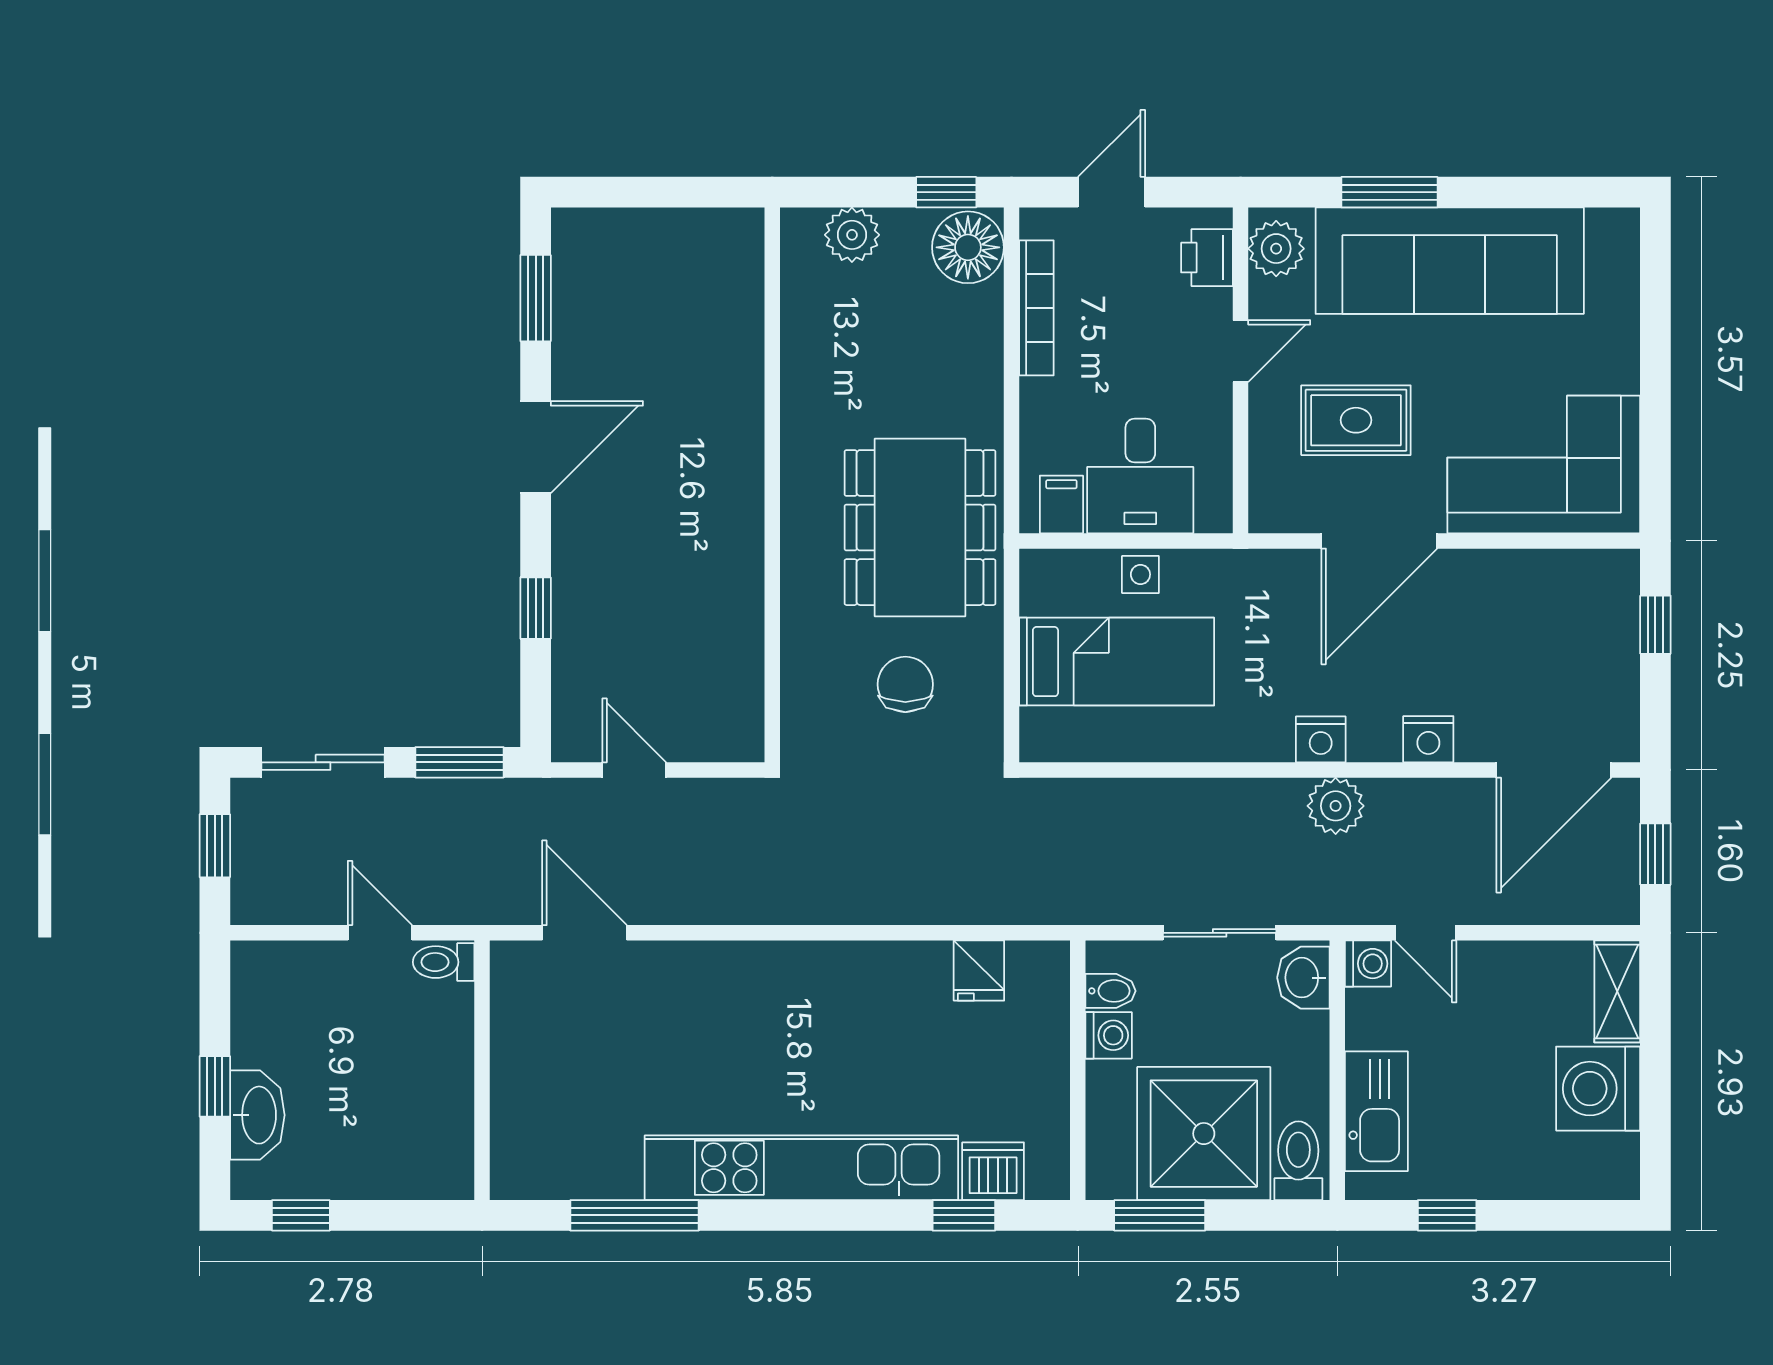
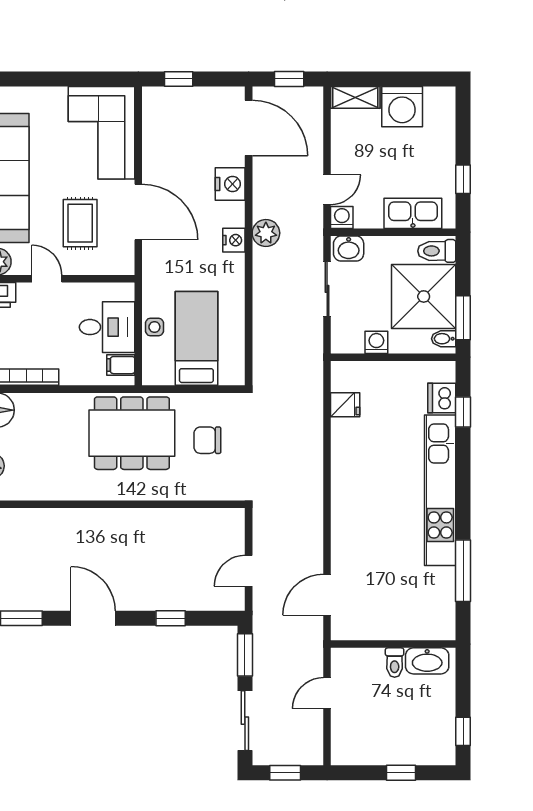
nightstand: (1428, 739) -> (230, 184), width x1.36, depth x1.33
toilet: (444, 962) -> (395, 663), moved
bidet: (1110, 991) -> (444, 339), moved, turned -90
washbasin: (257, 1115) -> (427, 661), moved, turned 180

